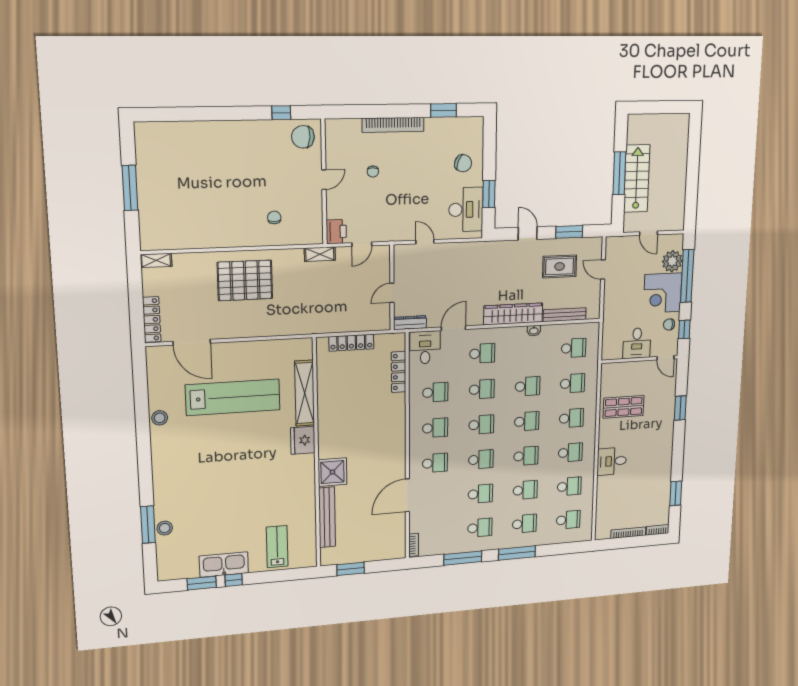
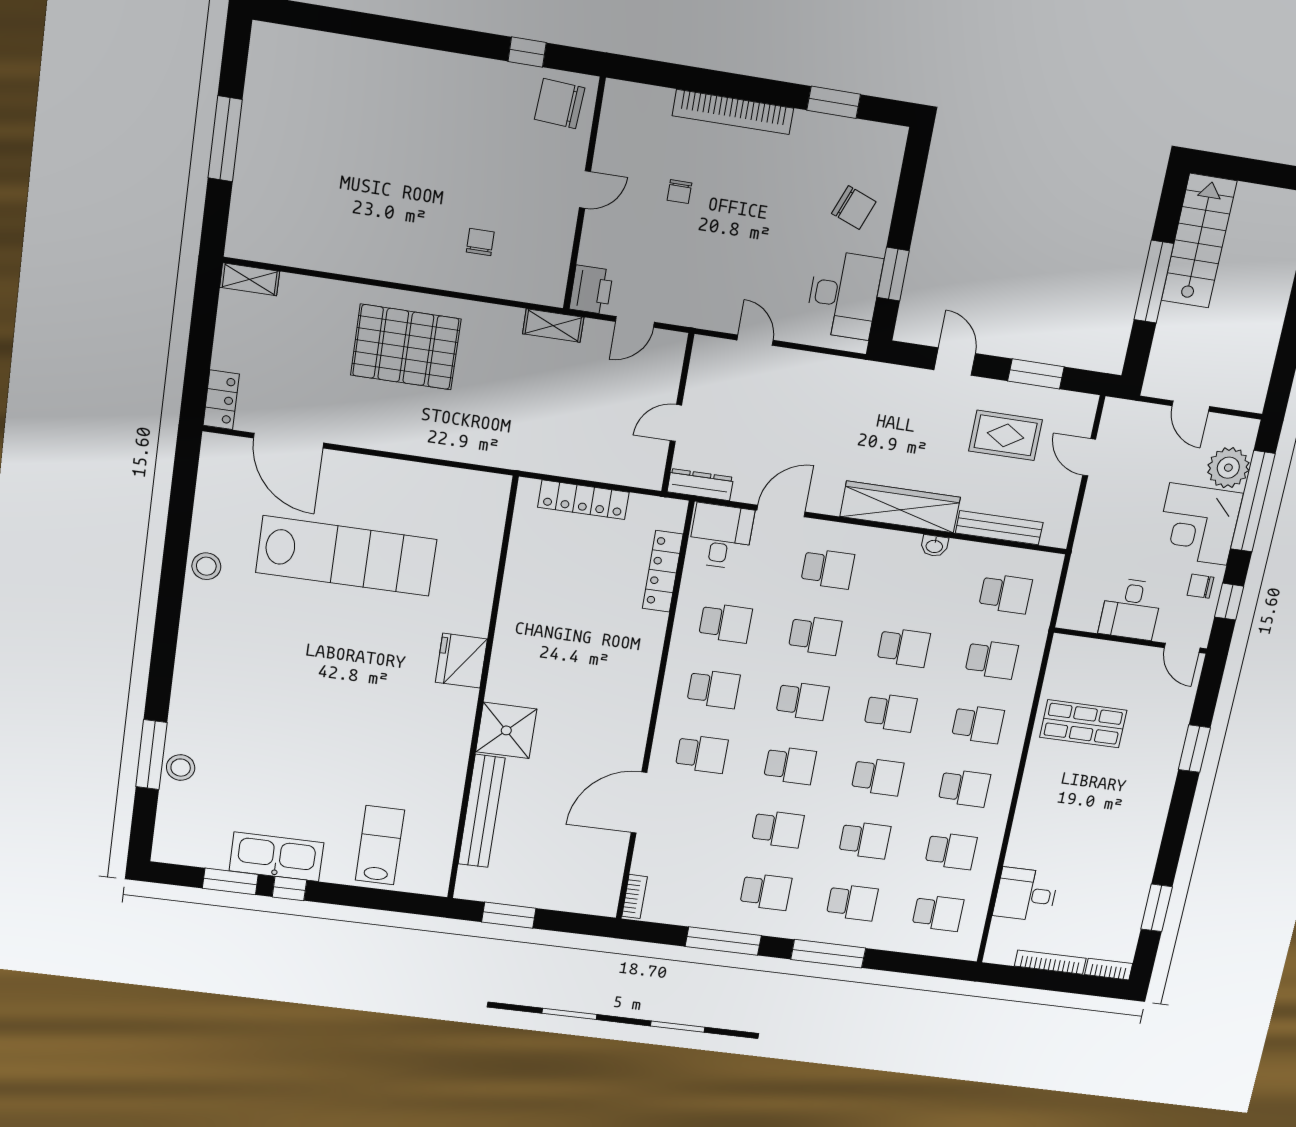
stairs: (637, 179) -> (1199, 241), moved
locker: (152, 320) -> (221, 400), width x0.66
shelving: (305, 393) -> (480, 575), removed
desk: (612, 461) -> (1026, 894), moved

